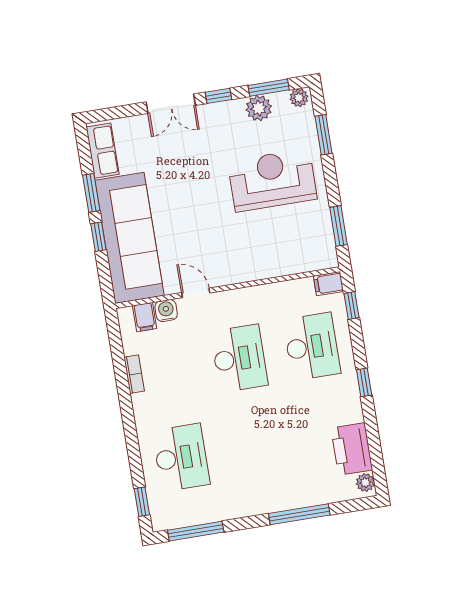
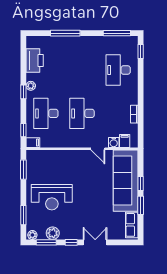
plant: (365, 482) -> (31, 86), moved

